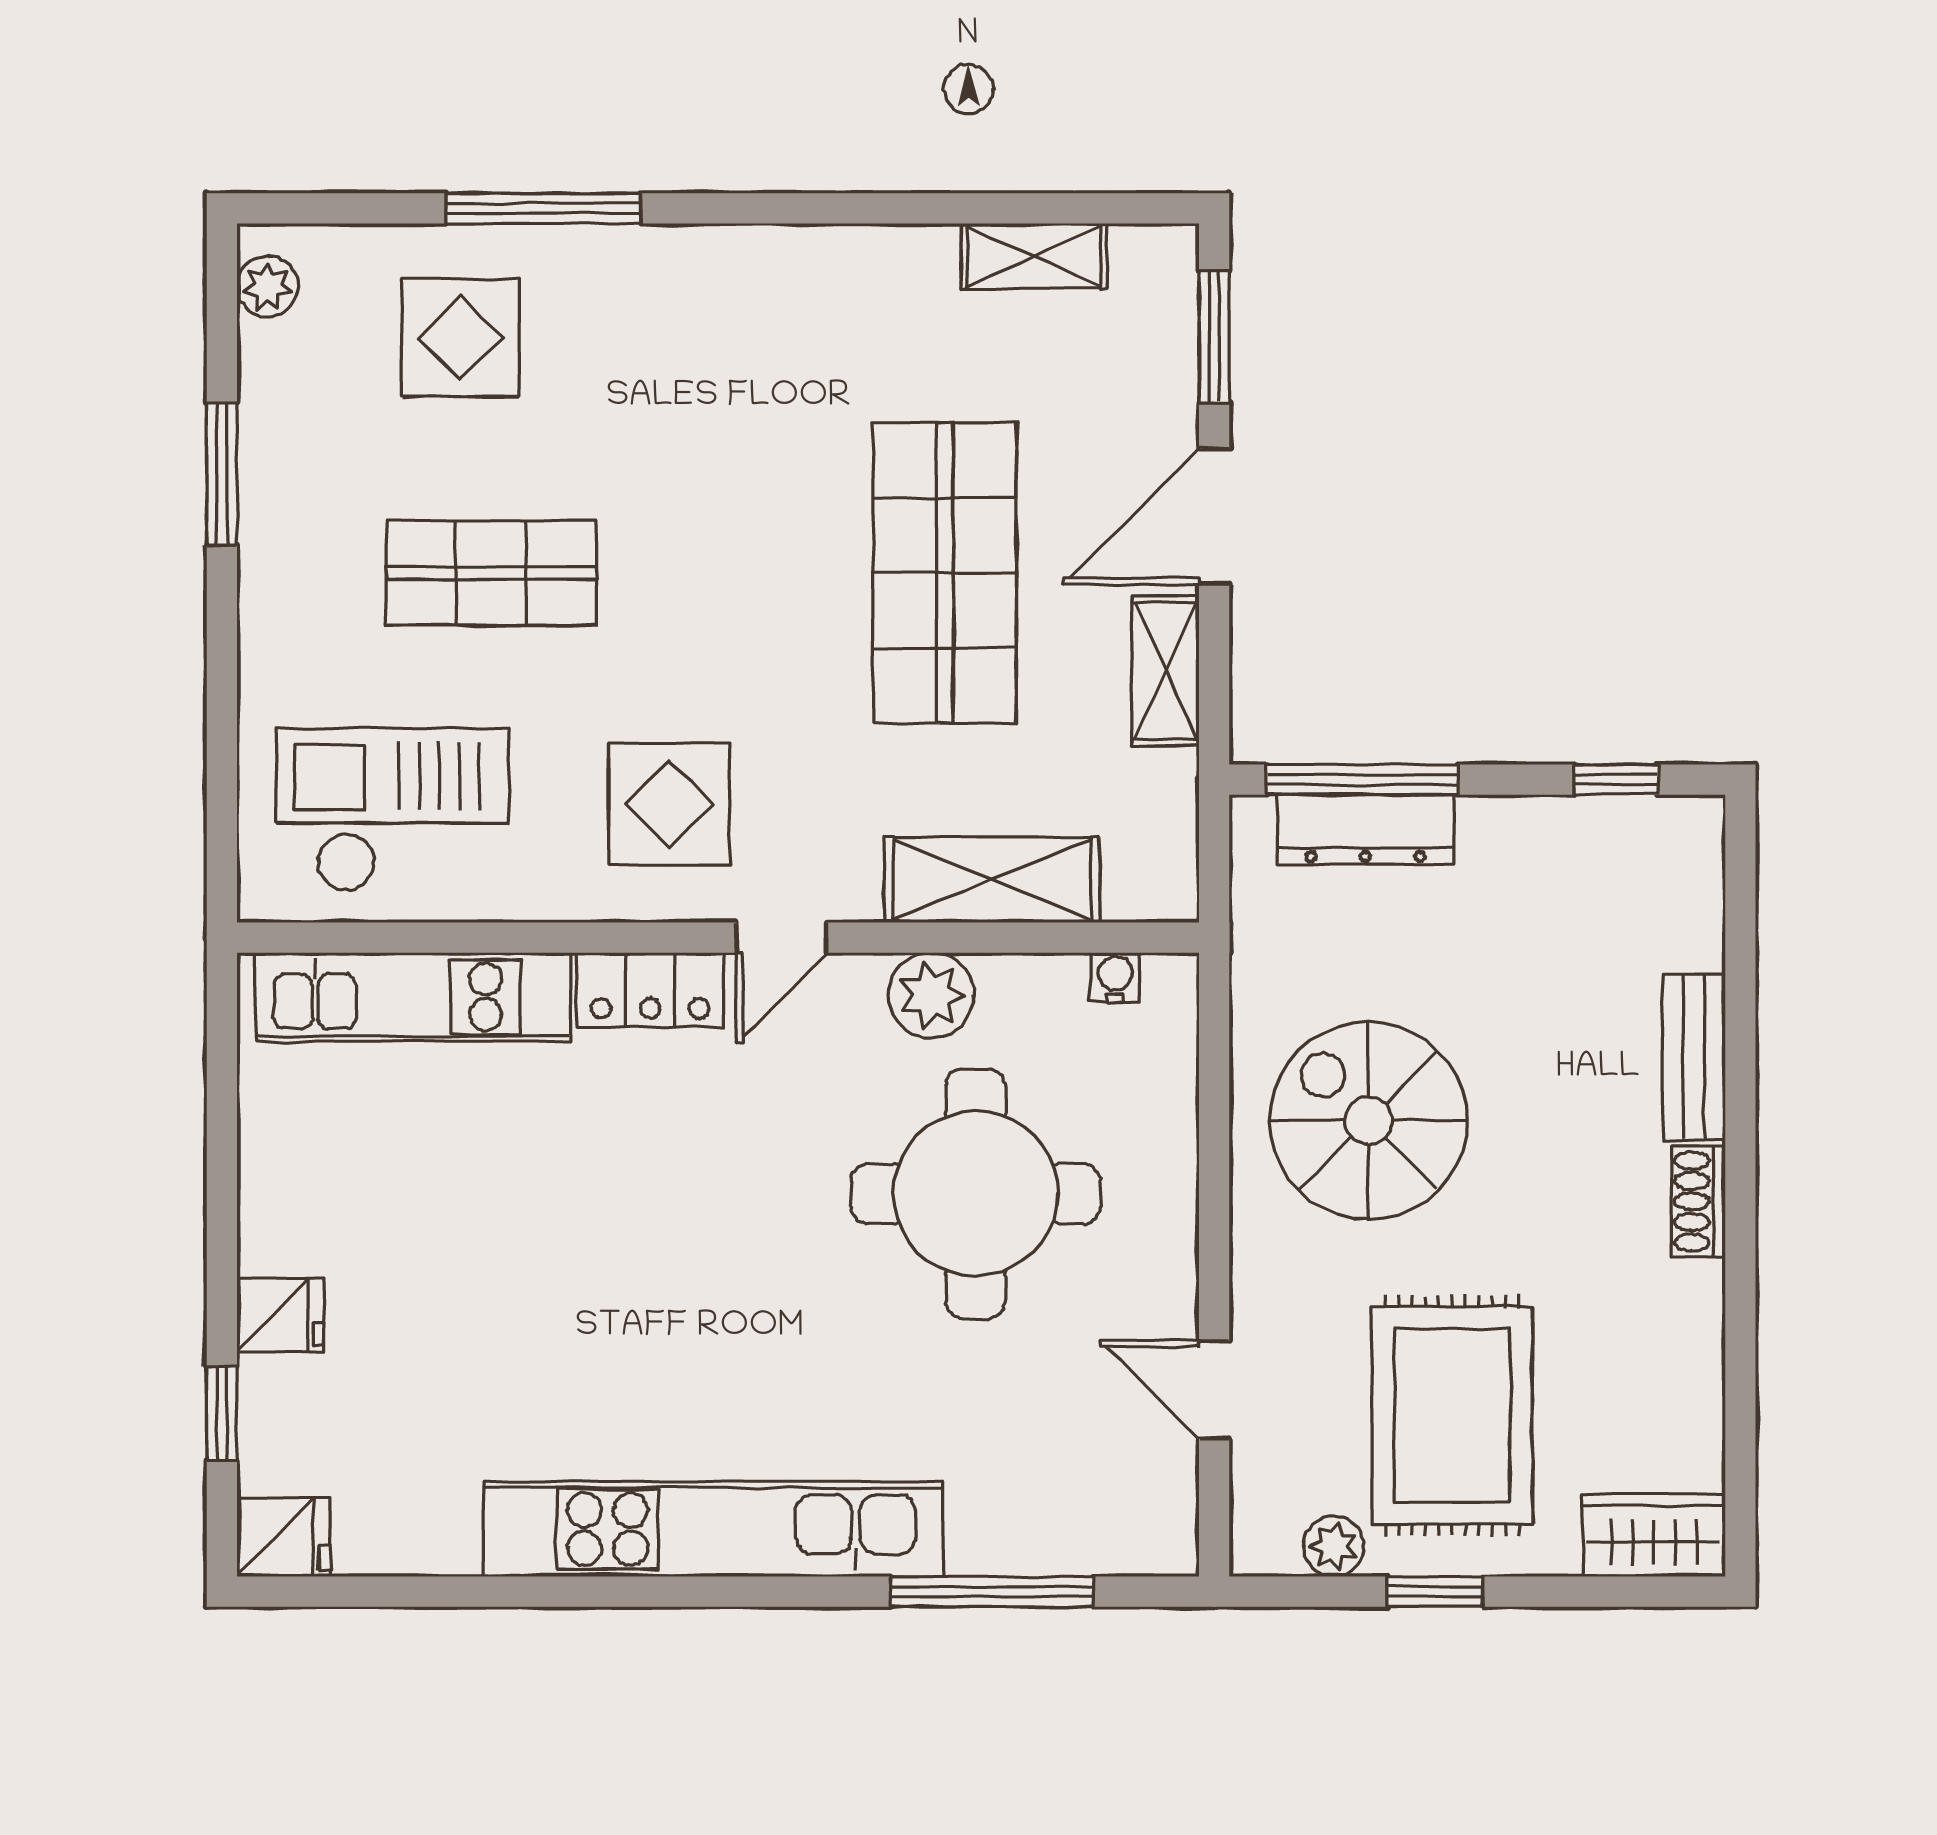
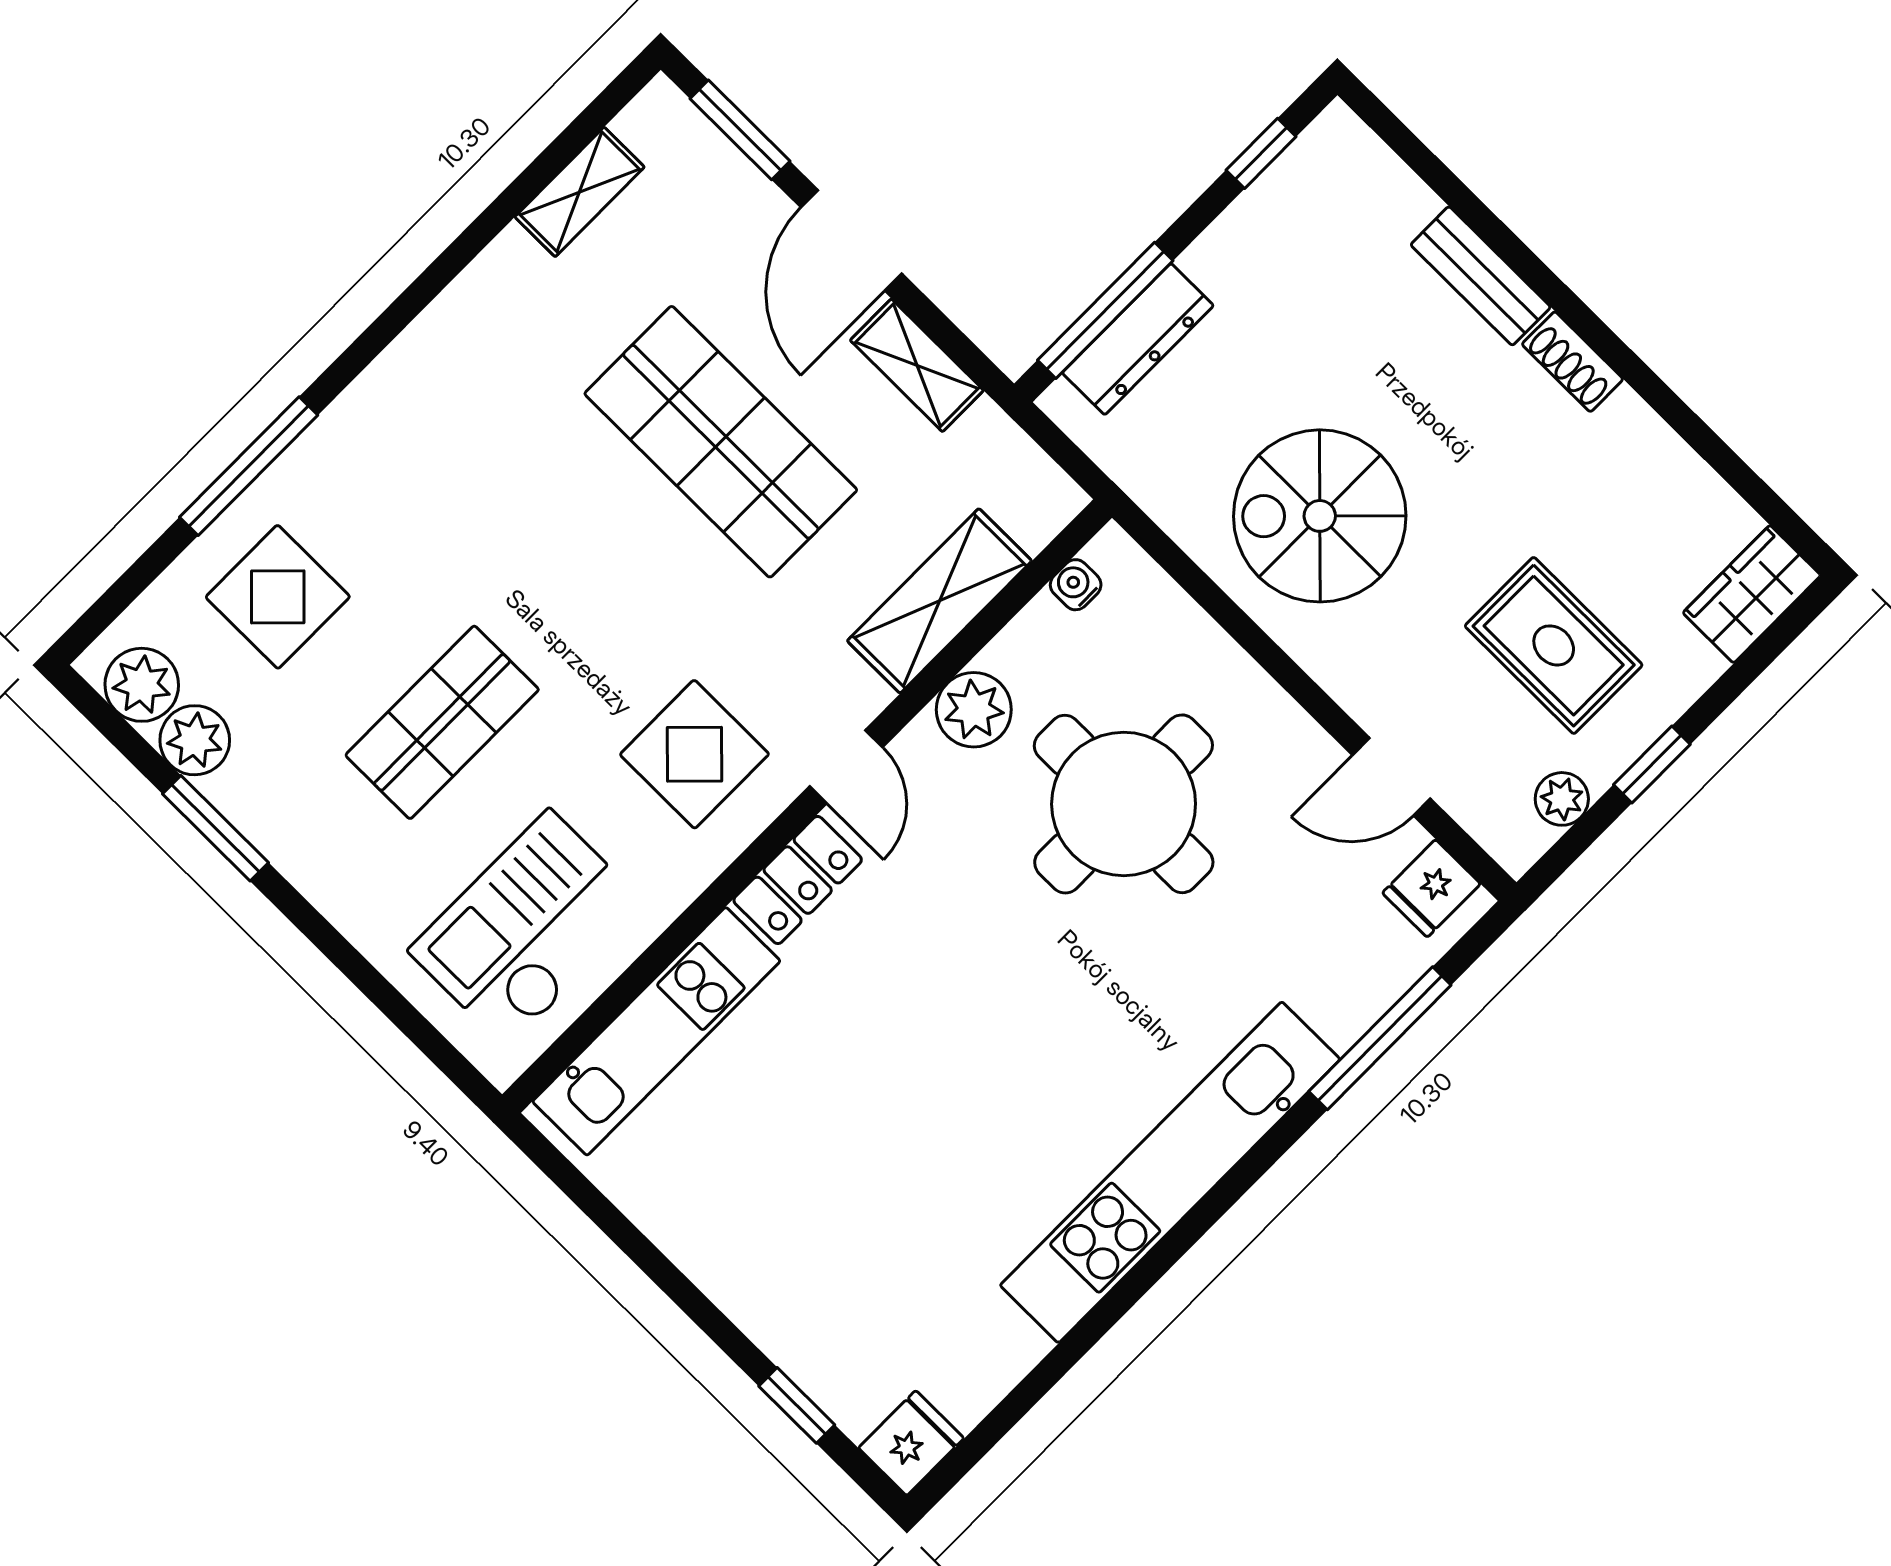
plant: (267, 287) -> (142, 685), width x1.38, depth x1.38
plant: (277, 386) -> (195, 740), added
fridge: (280, 1315) -> (1431, 888), moved, turned 180
rug: (1452, 1415) -> (1554, 645), width x0.73, depth x0.70

